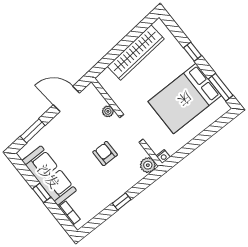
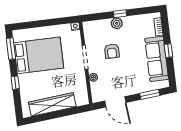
plant: (148, 165) -> (117, 23), moved

